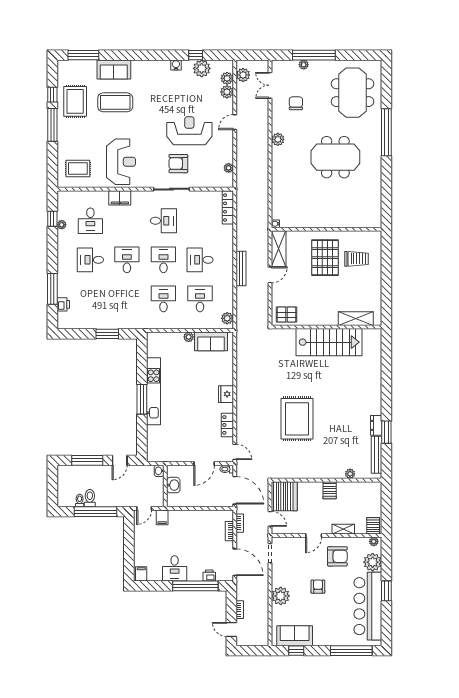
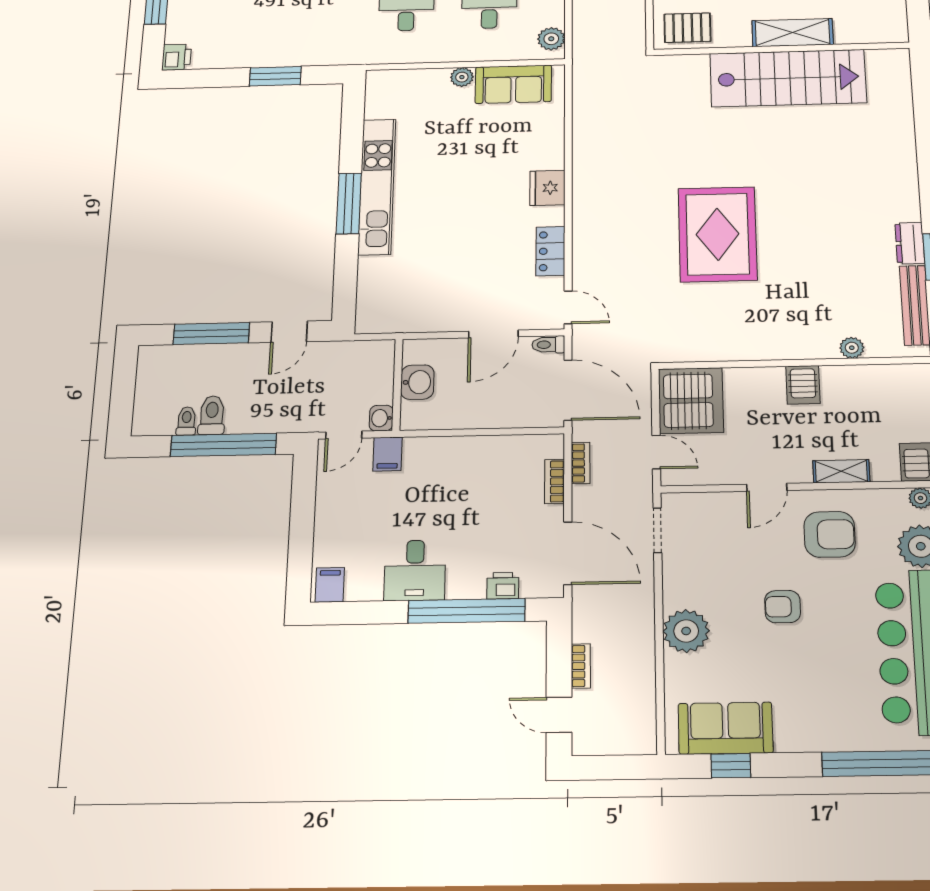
printer: (63, 304) -> (177, 57), moved
shelving: (356, 319) -> (793, 33), moved
washbasin: (159, 471) -> (381, 418), moved
armchair: (318, 587) -> (783, 607), turned -90

